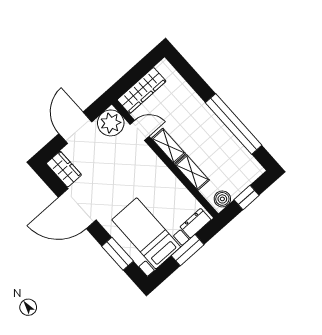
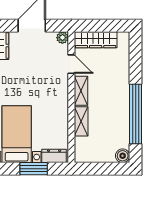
plant: (111, 123) -> (62, 38), width x0.53, depth x0.53
window: (247, 197) -> (102, 169), removed
boiler: (222, 199) -> (123, 156), moved

